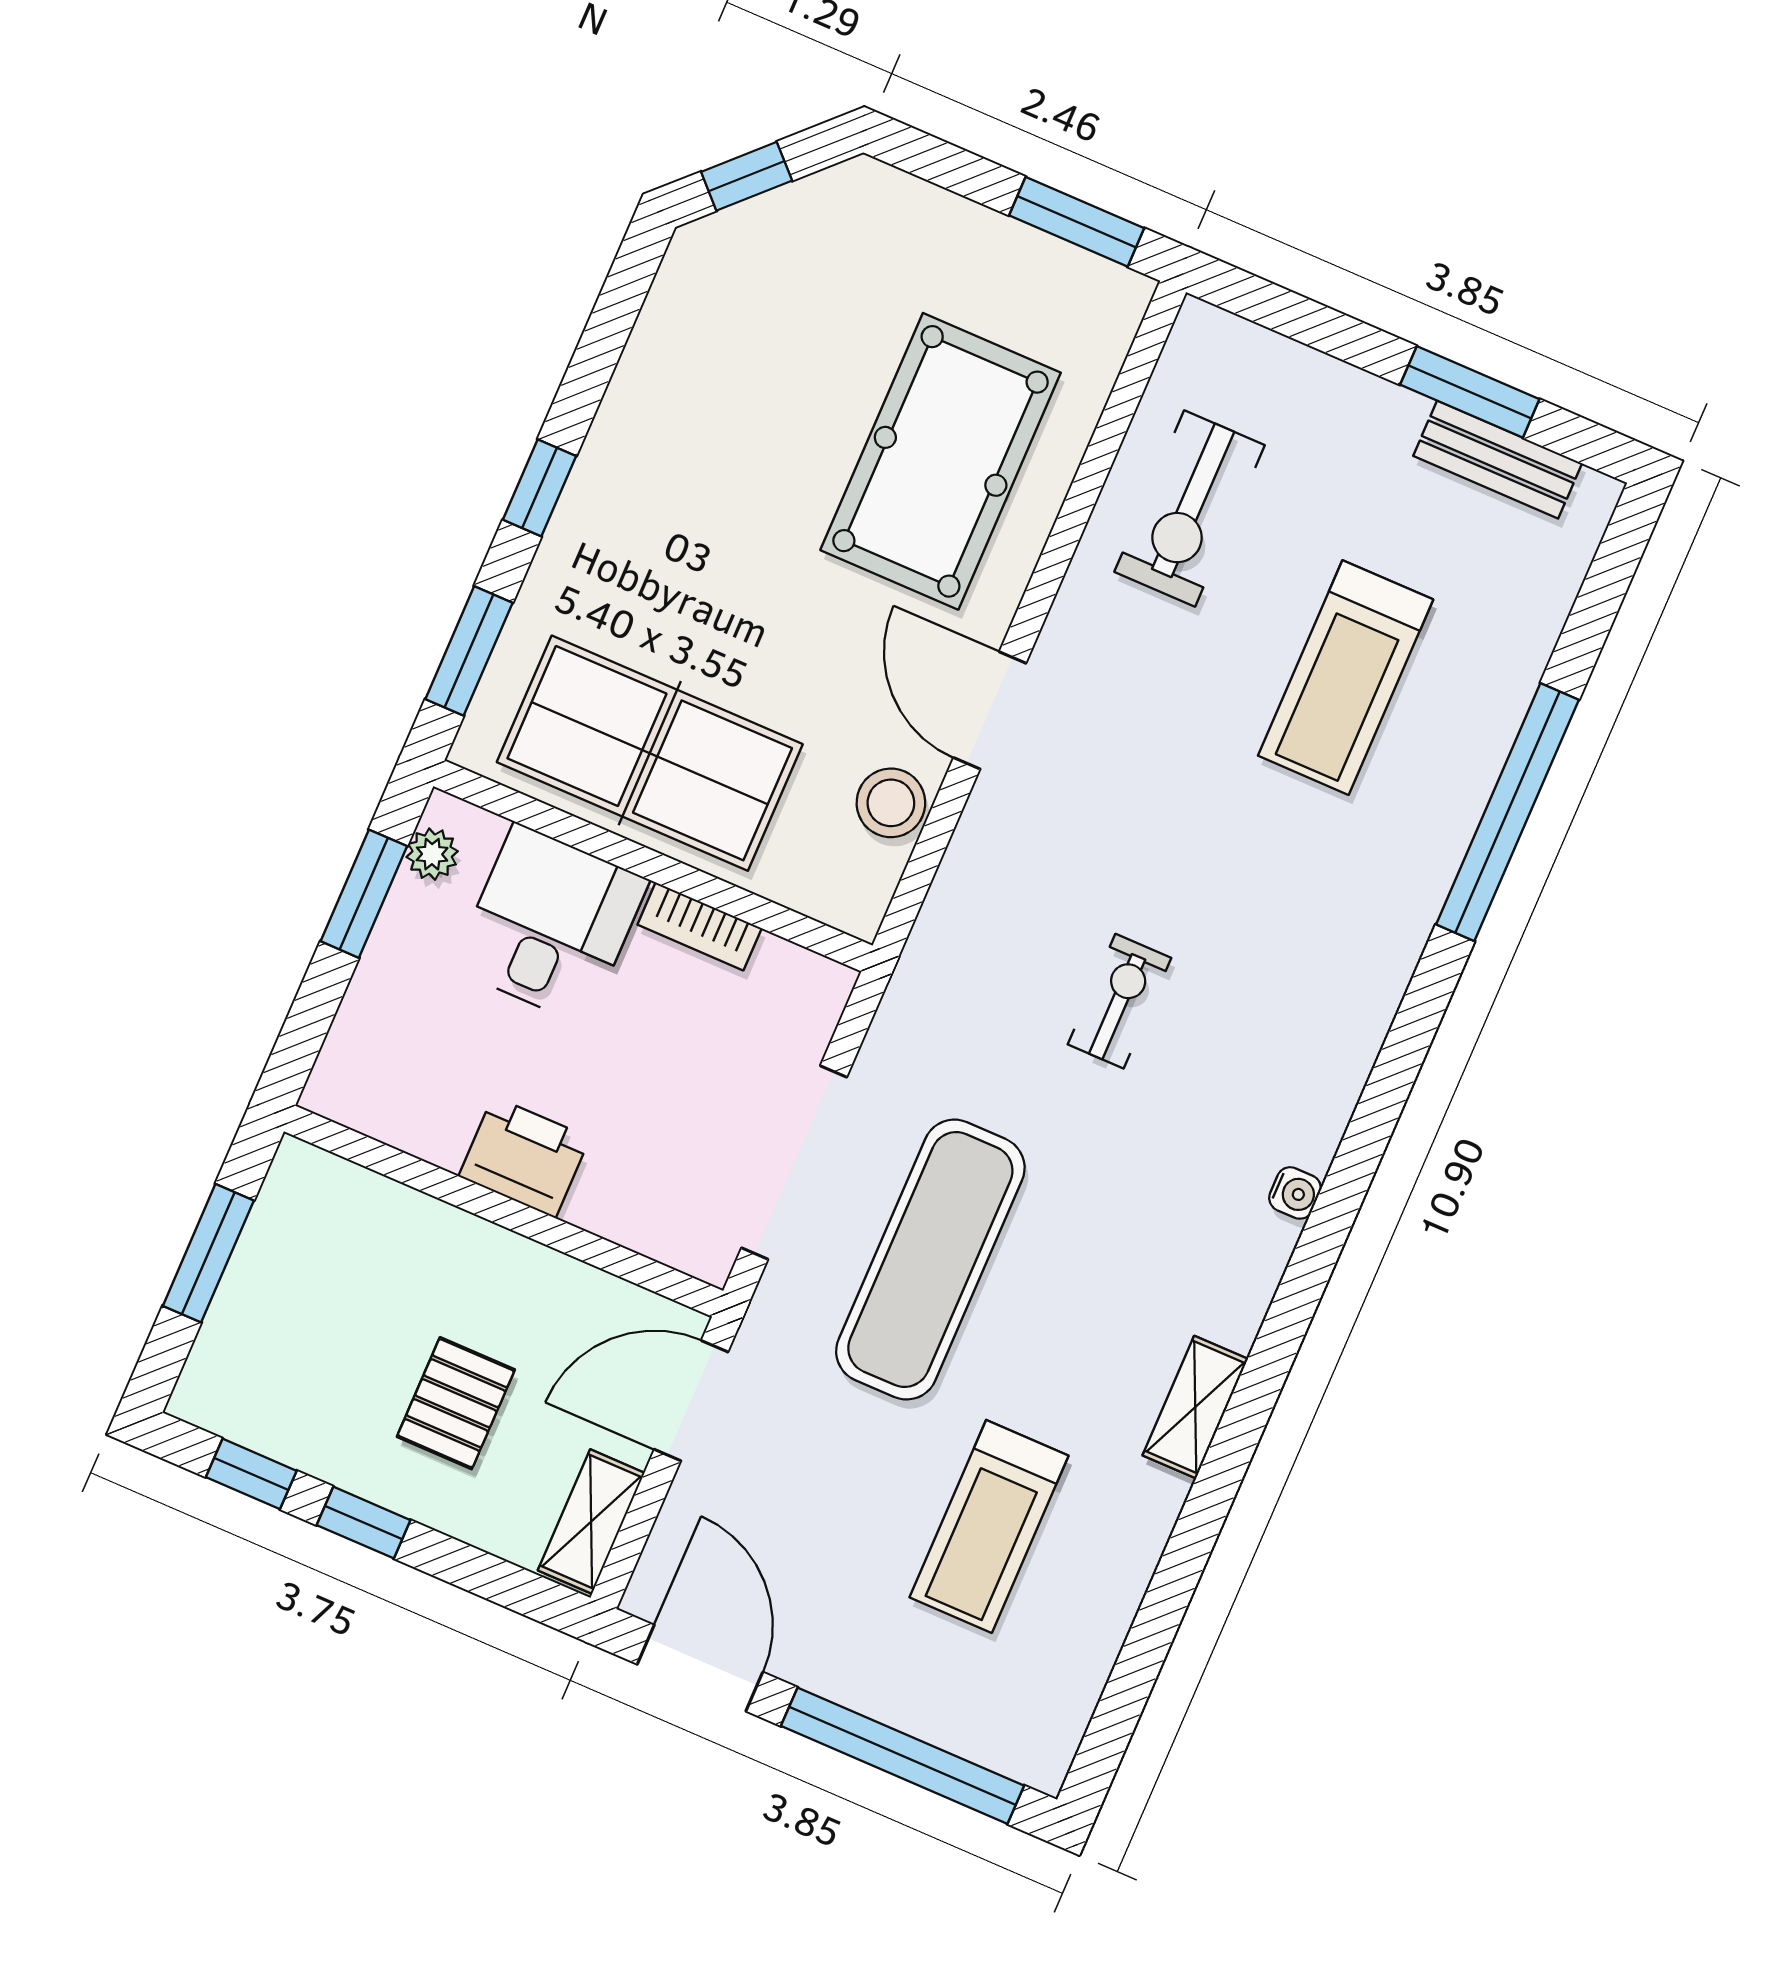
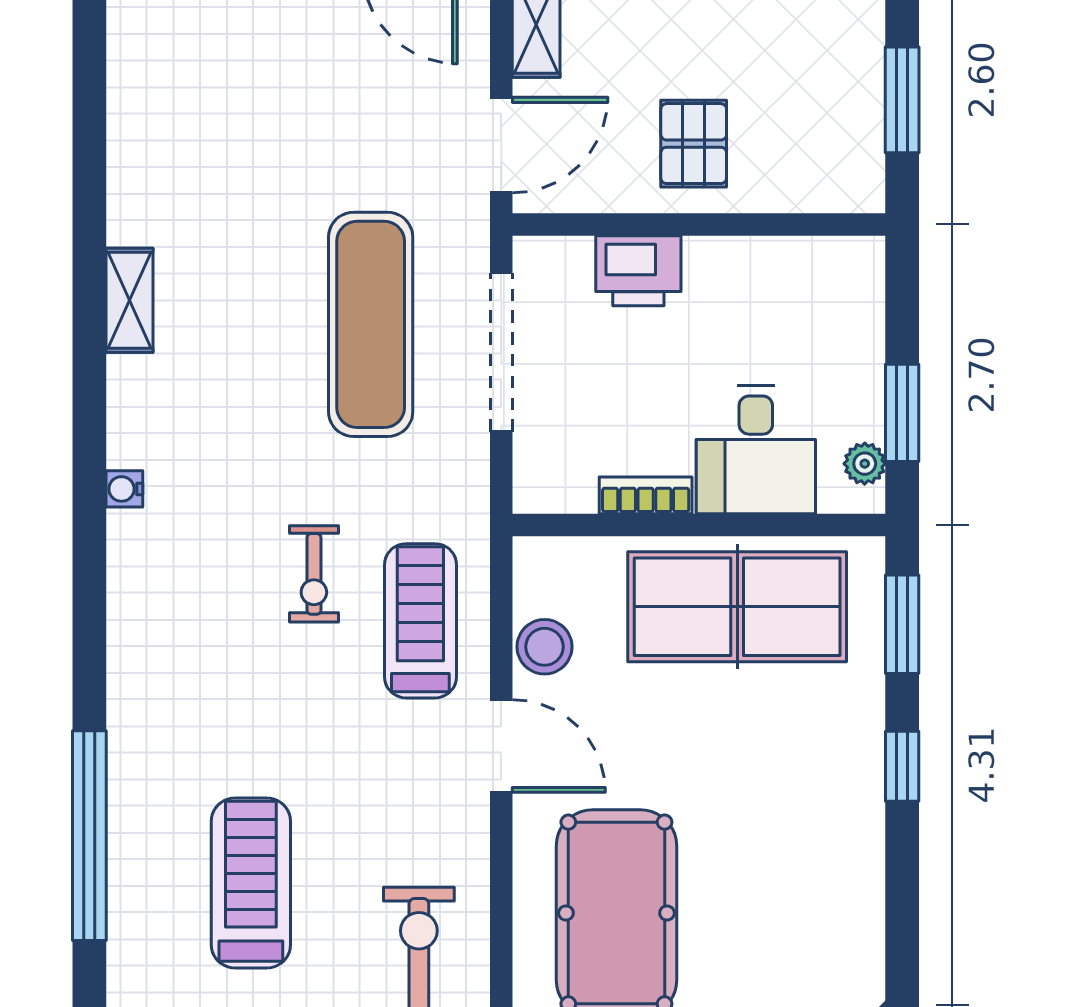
printer: (524, 1157) -> (638, 271), moved
pallet: (456, 1403) -> (694, 144), moved
treadmill: (989, 1526) -> (420, 621), moved

